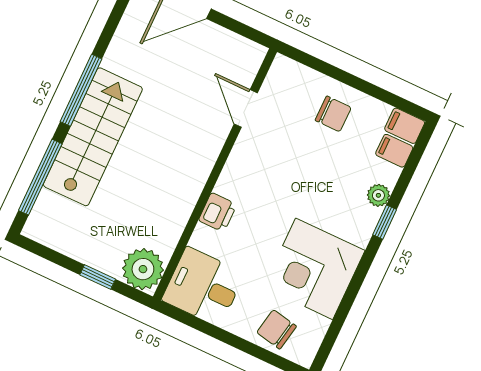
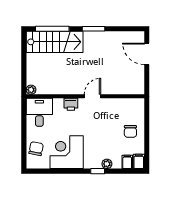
window: (81, 90) -> (94, 29), width x0.69
door: (246, 108) -> (92, 96), moved
stairs: (93, 137) -> (55, 42), moved
plant: (143, 269) -> (31, 90), width x0.53, depth x0.53
window: (98, 277) -> (24, 69), removed

